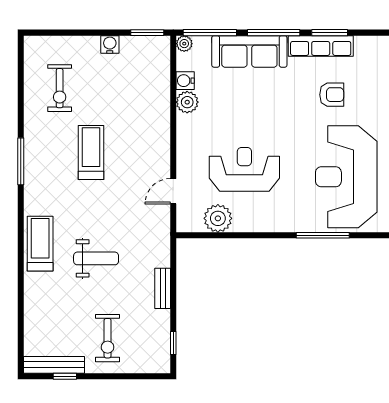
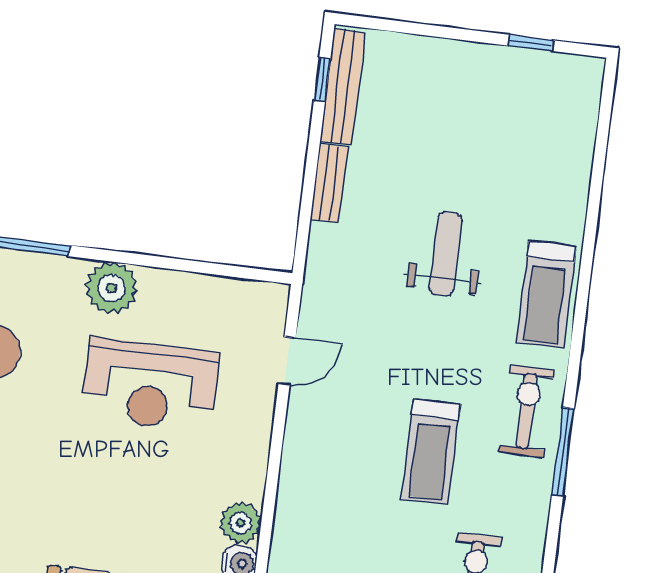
plant: (218, 218) -> (111, 288), moved
weight bench: (96, 258) -> (446, 254), turned 90
exercise bike: (108, 338) -> (527, 411), moved
bench: (54, 365) -> (343, 87), moved, turned 90

